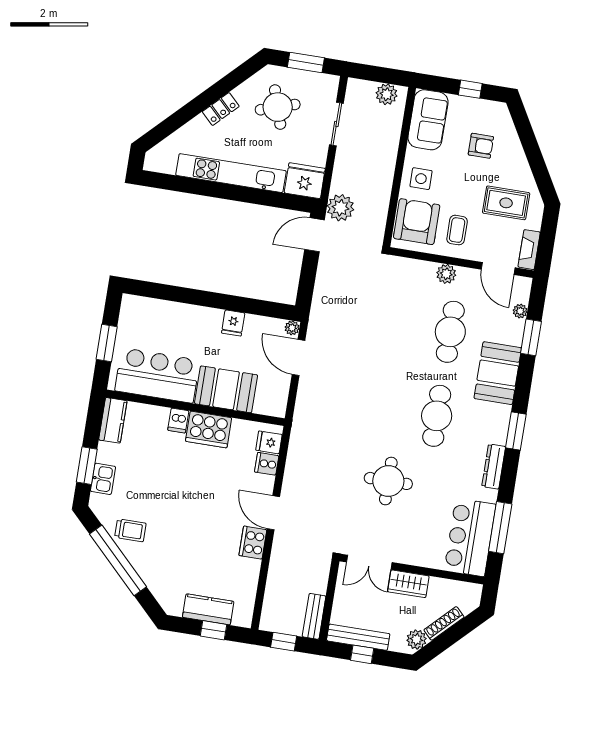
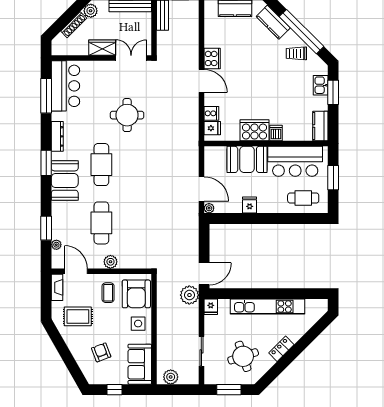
armchair: (481, 146) -> (101, 352), turned 69
fridge: (305, 181) -> (211, 307), width x0.53, depth x0.75
cafe table: (154, 321) -> (303, 198), added
booth: (498, 373) -> (65, 181), moved
kitchen counter: (156, 581) -> (273, 22), added

